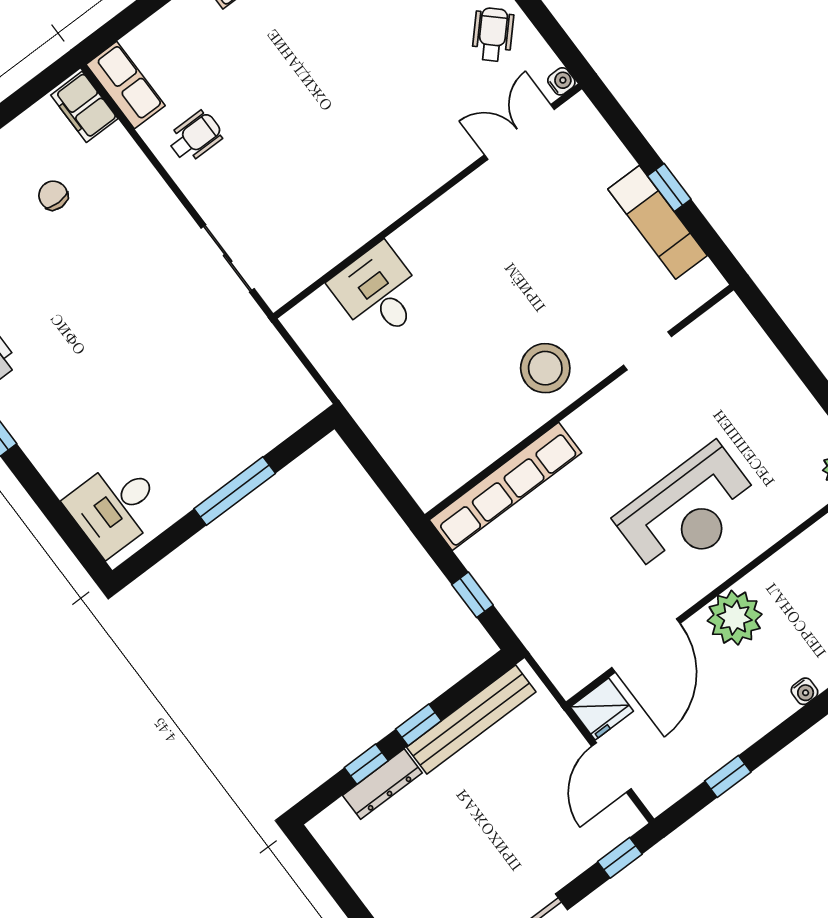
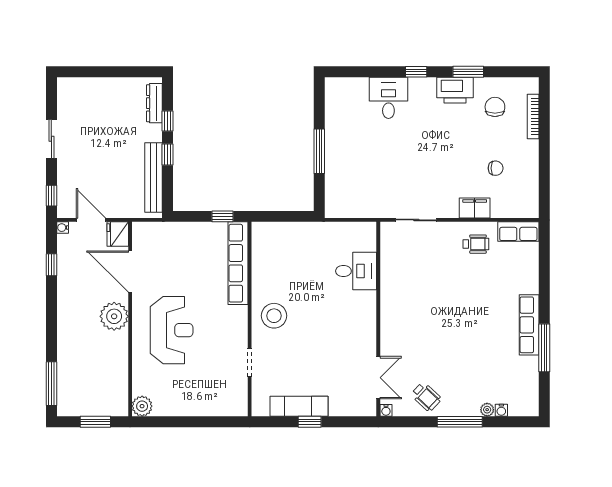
filing cabinet: (84, 107) -> (475, 208), moved
wheelchair: (195, 137) -> (476, 244), turned -90
desk: (115, 507) -> (388, 98), moved
reception desk: (689, 512) -> (172, 330), turned 180
window: (472, 595) -> (222, 216), moved
water cooler: (804, 691) -> (63, 228), moved
dresser: (382, 784) -> (154, 103), moved

